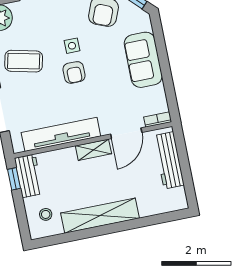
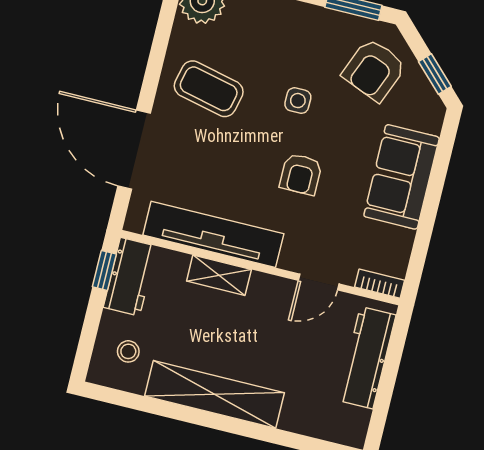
armchair: (74, 72) -> (301, 174), moved
door: (126, 133) -> (319, 282), width x0.73
shelving: (93, 150) -> (219, 275), moved

